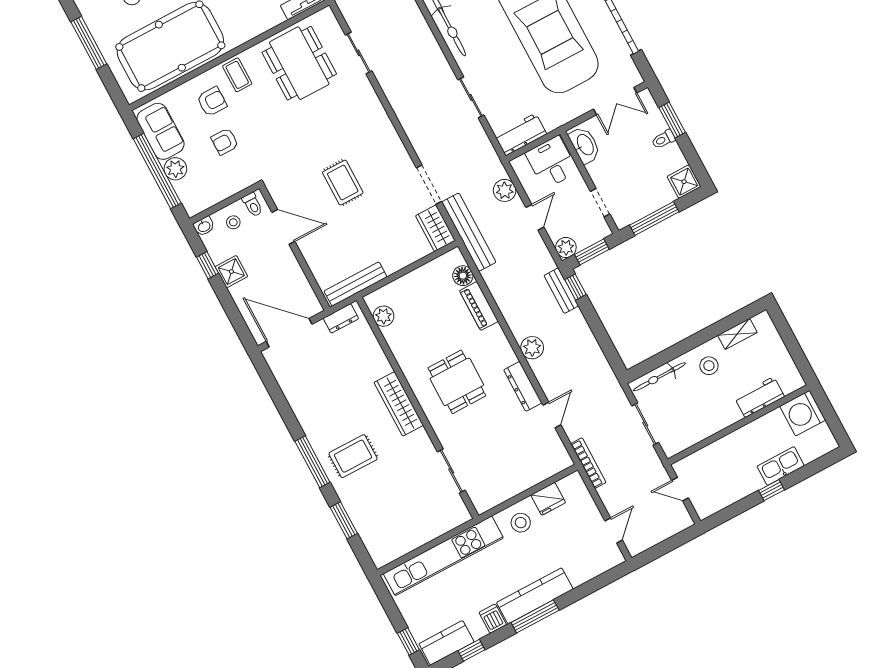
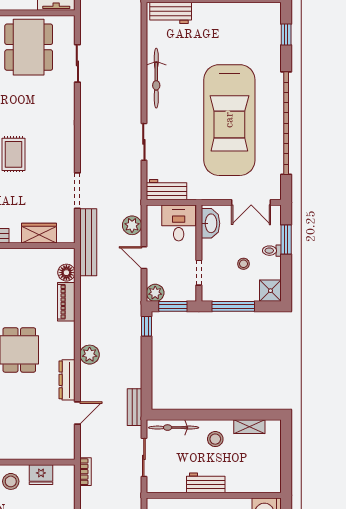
stool: (641, 169) -> (243, 264), added
door: (535, 217) -> (144, 258), swing flipped
wardrobe: (435, 228) -> (39, 233), moved, turned 90
bench: (561, 291) -> (134, 407), moved
workbench: (759, 397) -> (206, 483), moved
bookcase: (588, 463) -> (86, 472), width x0.64

